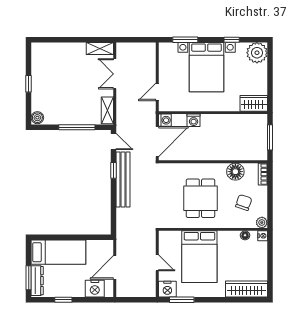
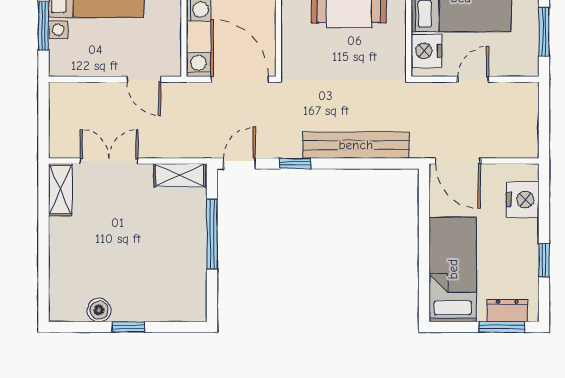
double door: (115, 74) -> (109, 161), swing flipped
boiler: (37, 118) -> (99, 310), moved
bench: (123, 179) -> (356, 145), moved
door: (115, 267) -> (458, 161), moved
dresser: (37, 281) -> (507, 310), width x0.70
nightstand: (167, 289) -> (426, 51), moved, turned 180

